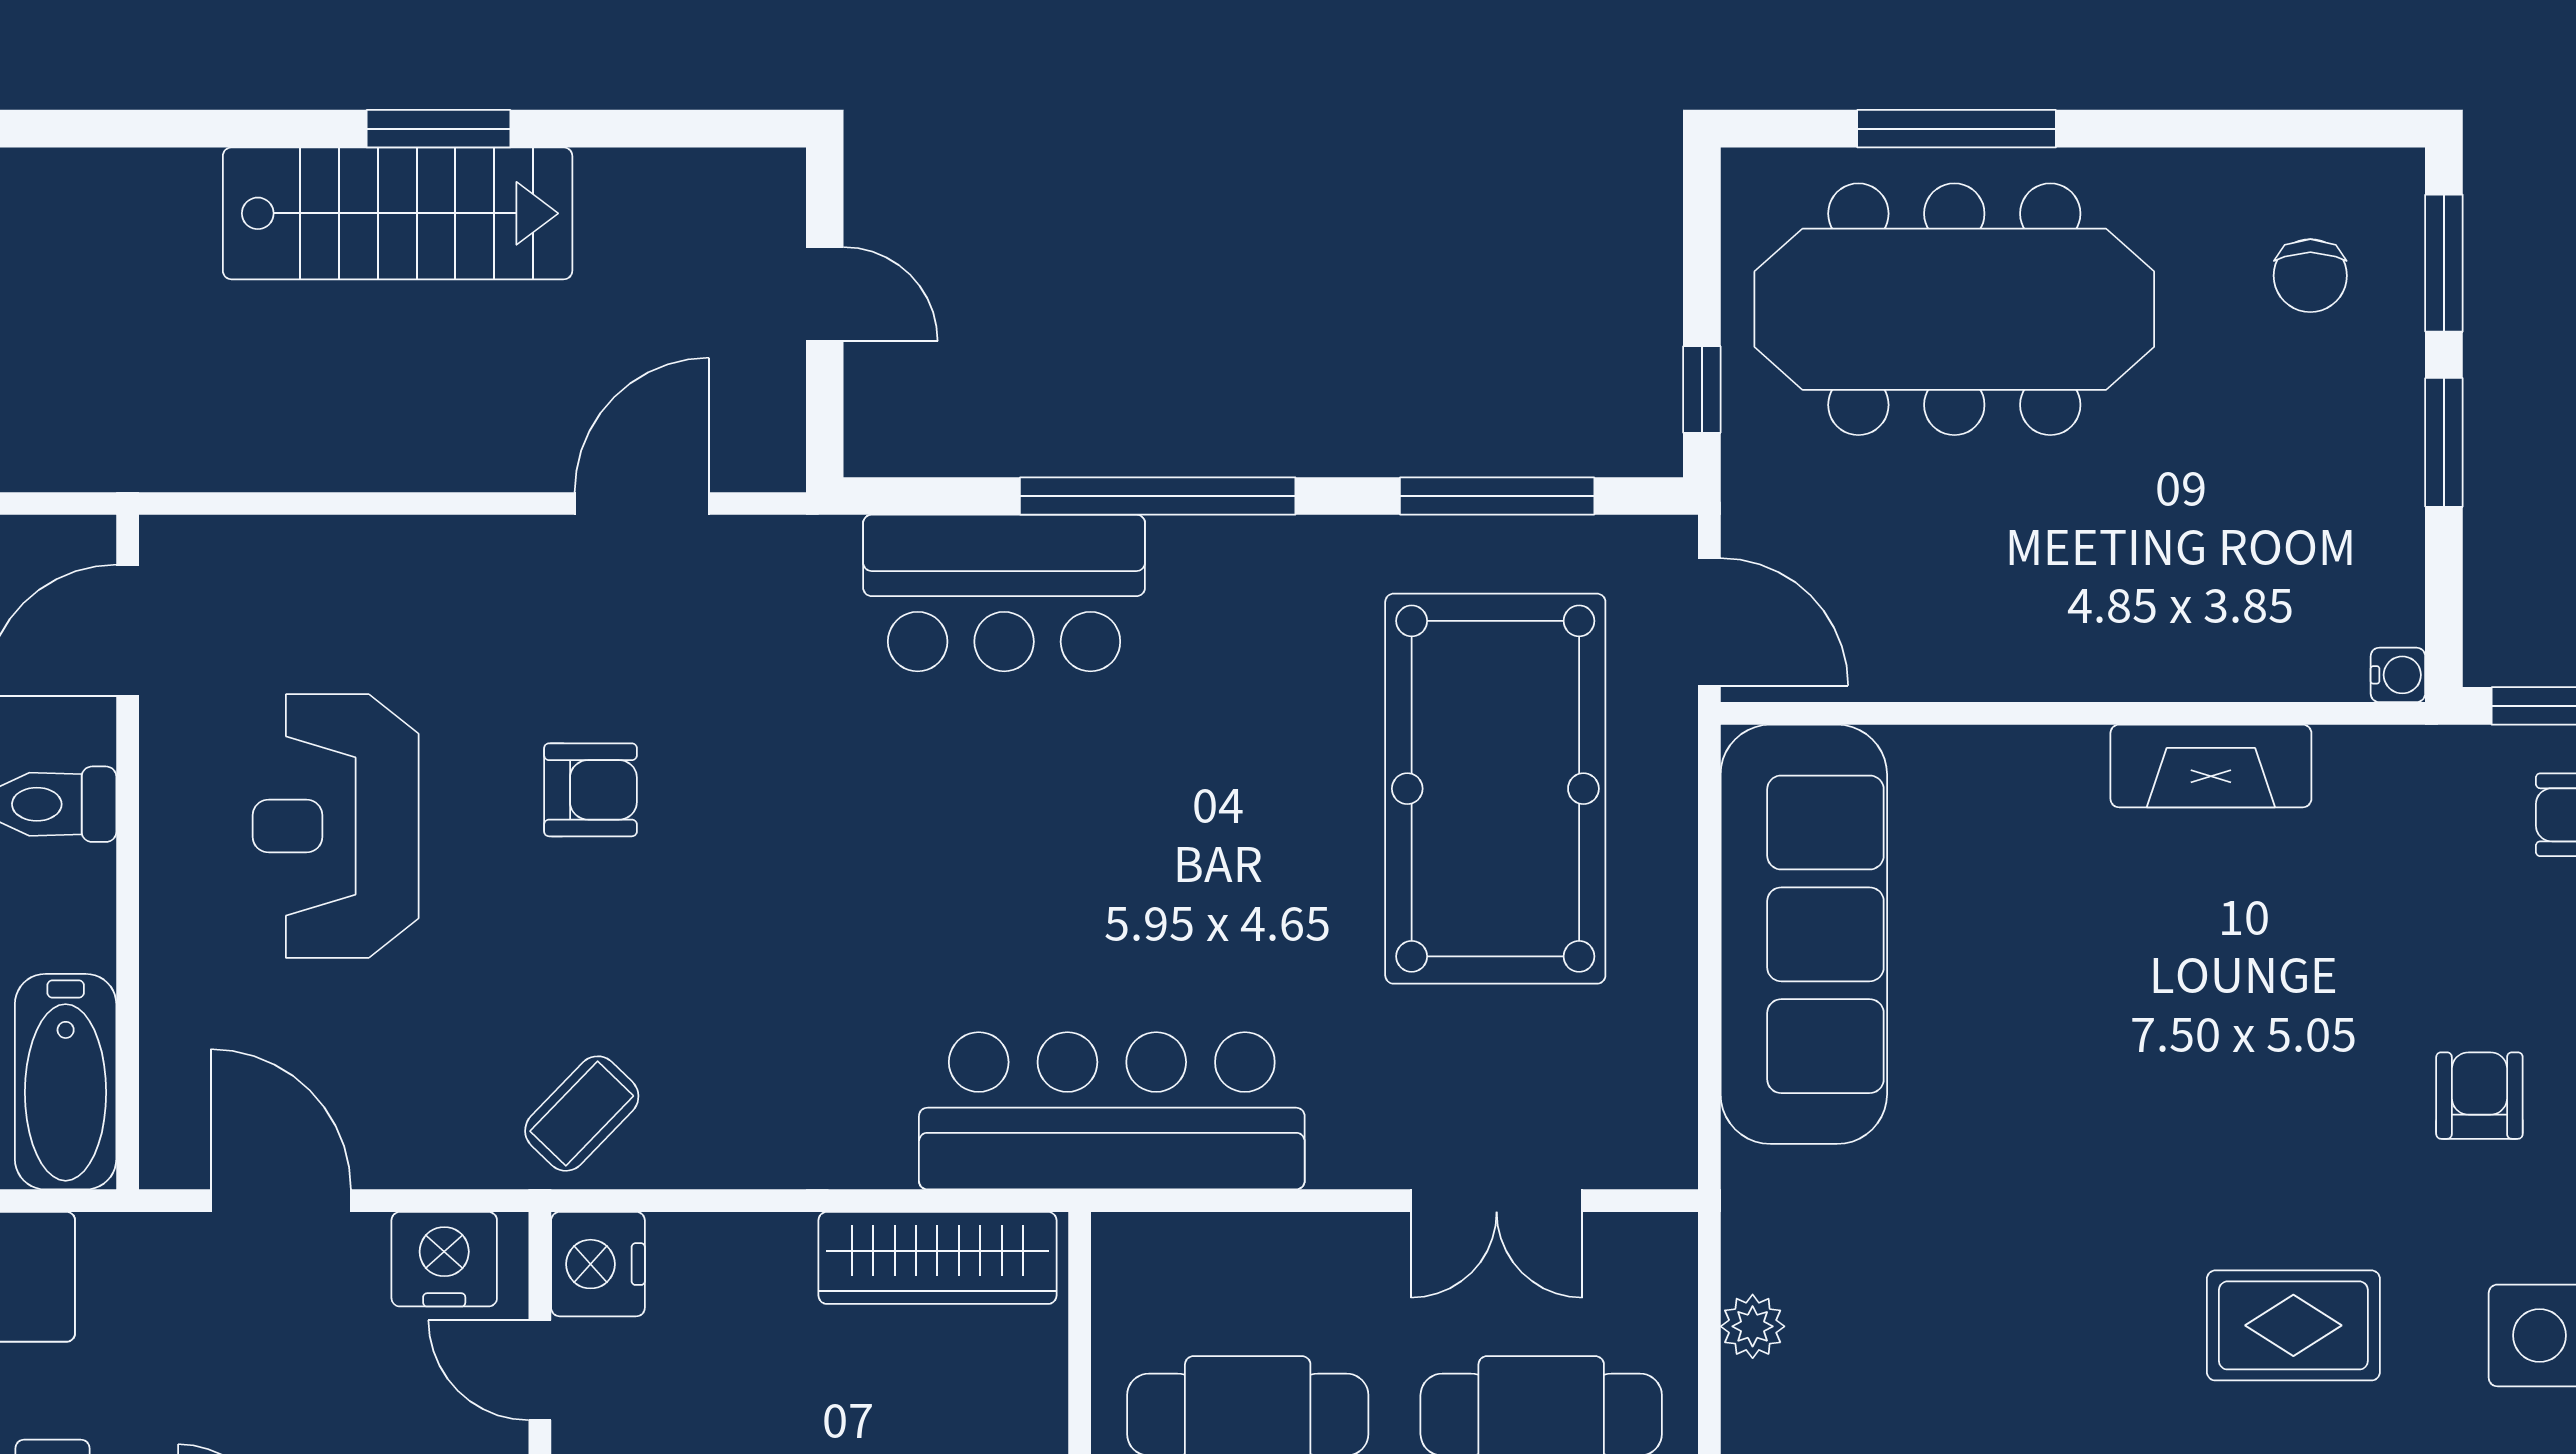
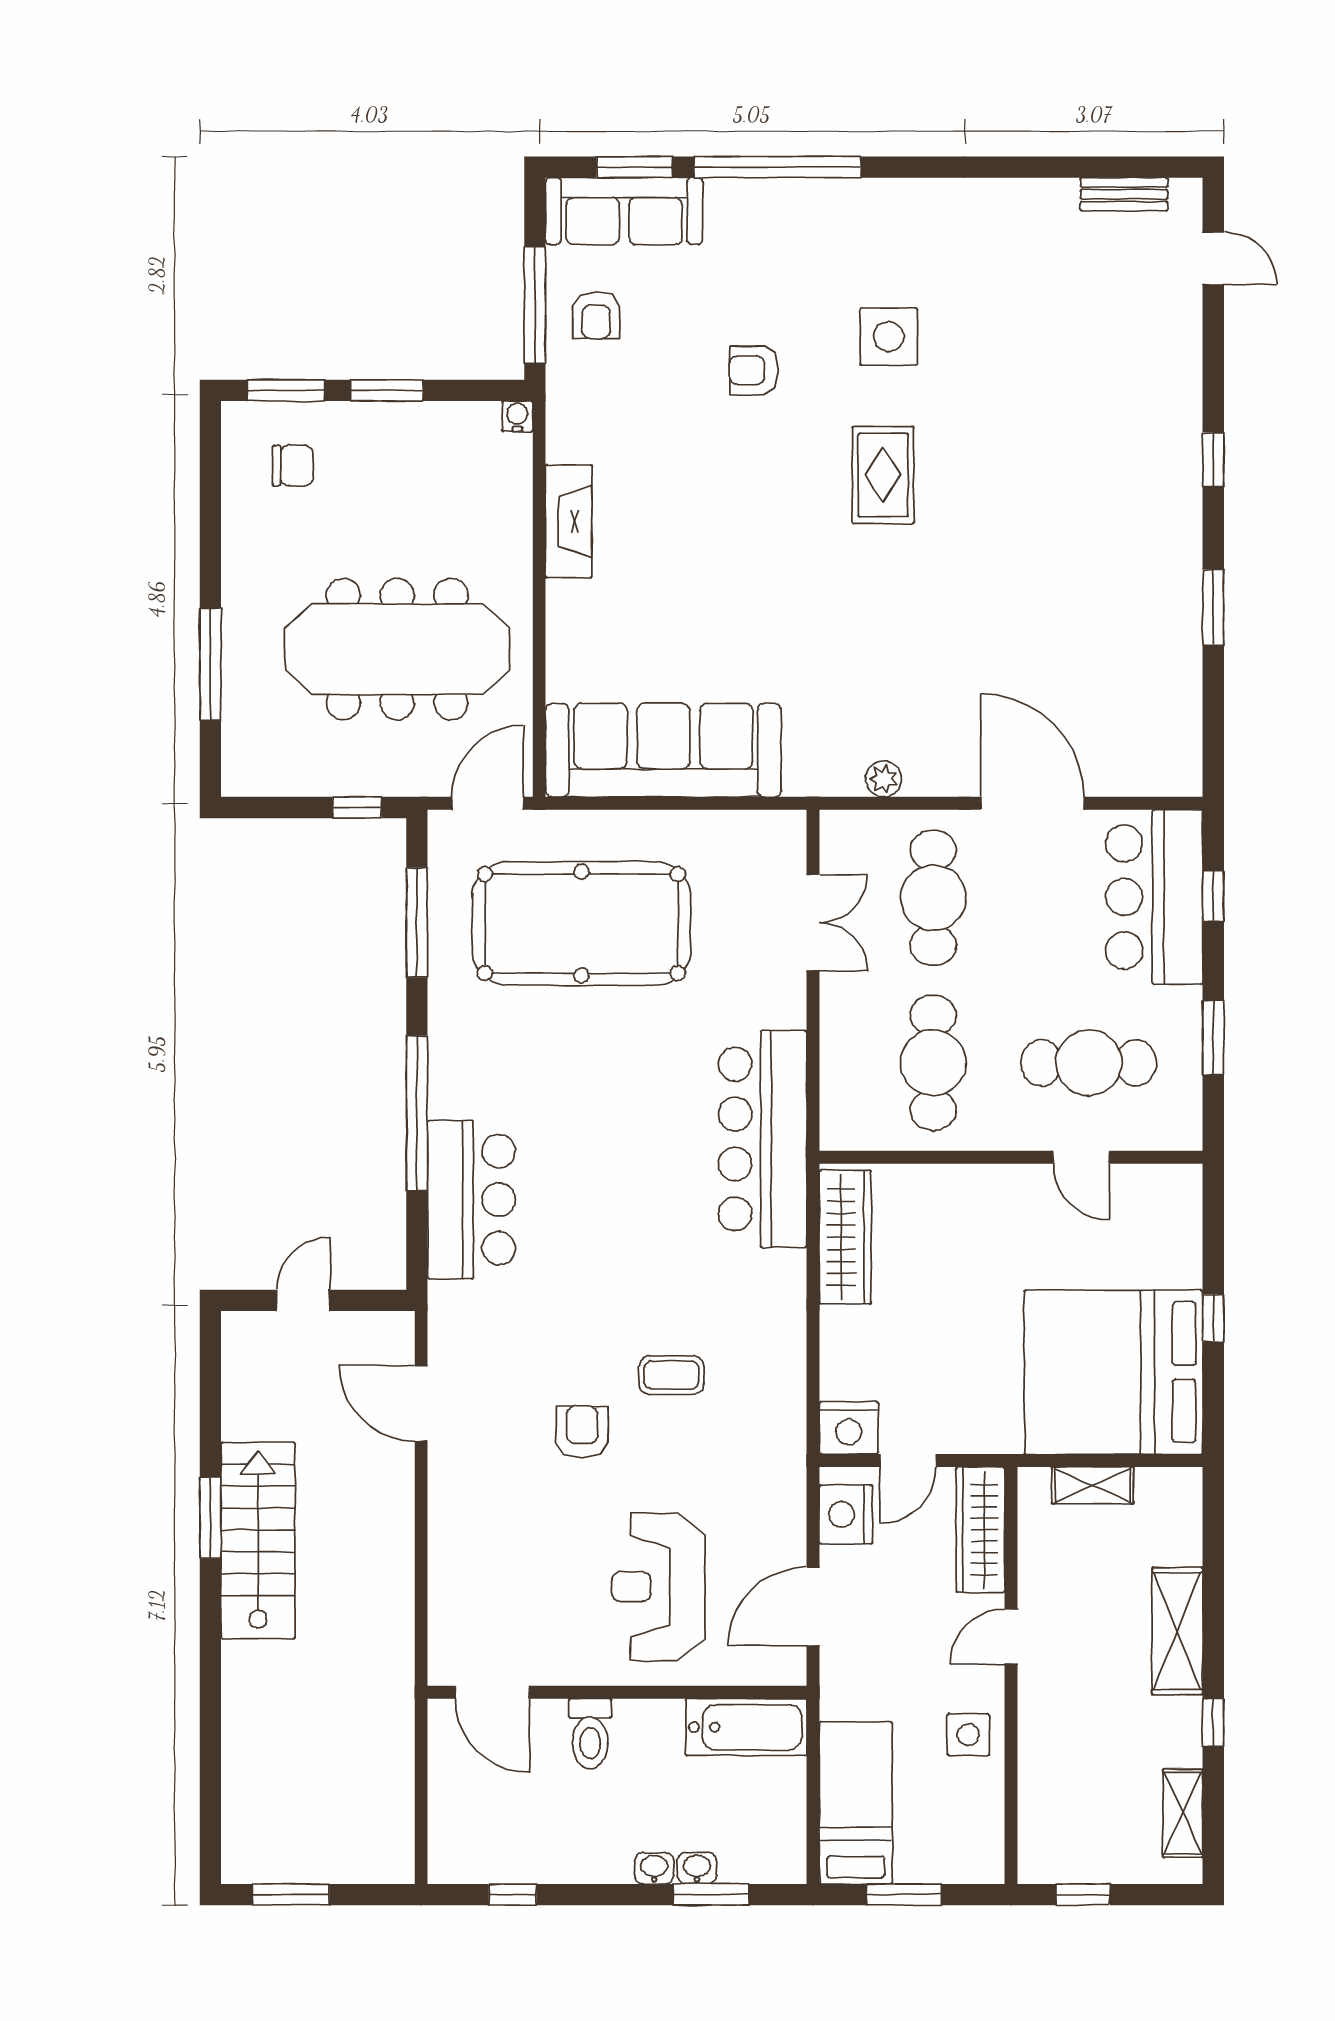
meeting table: (1954, 309) -> (397, 649), moved, turned 90
reception desk: (336, 826) -> (658, 1587), moved, turned 90
coffee table: (582, 1114) -> (671, 1375), moved, turned -44

